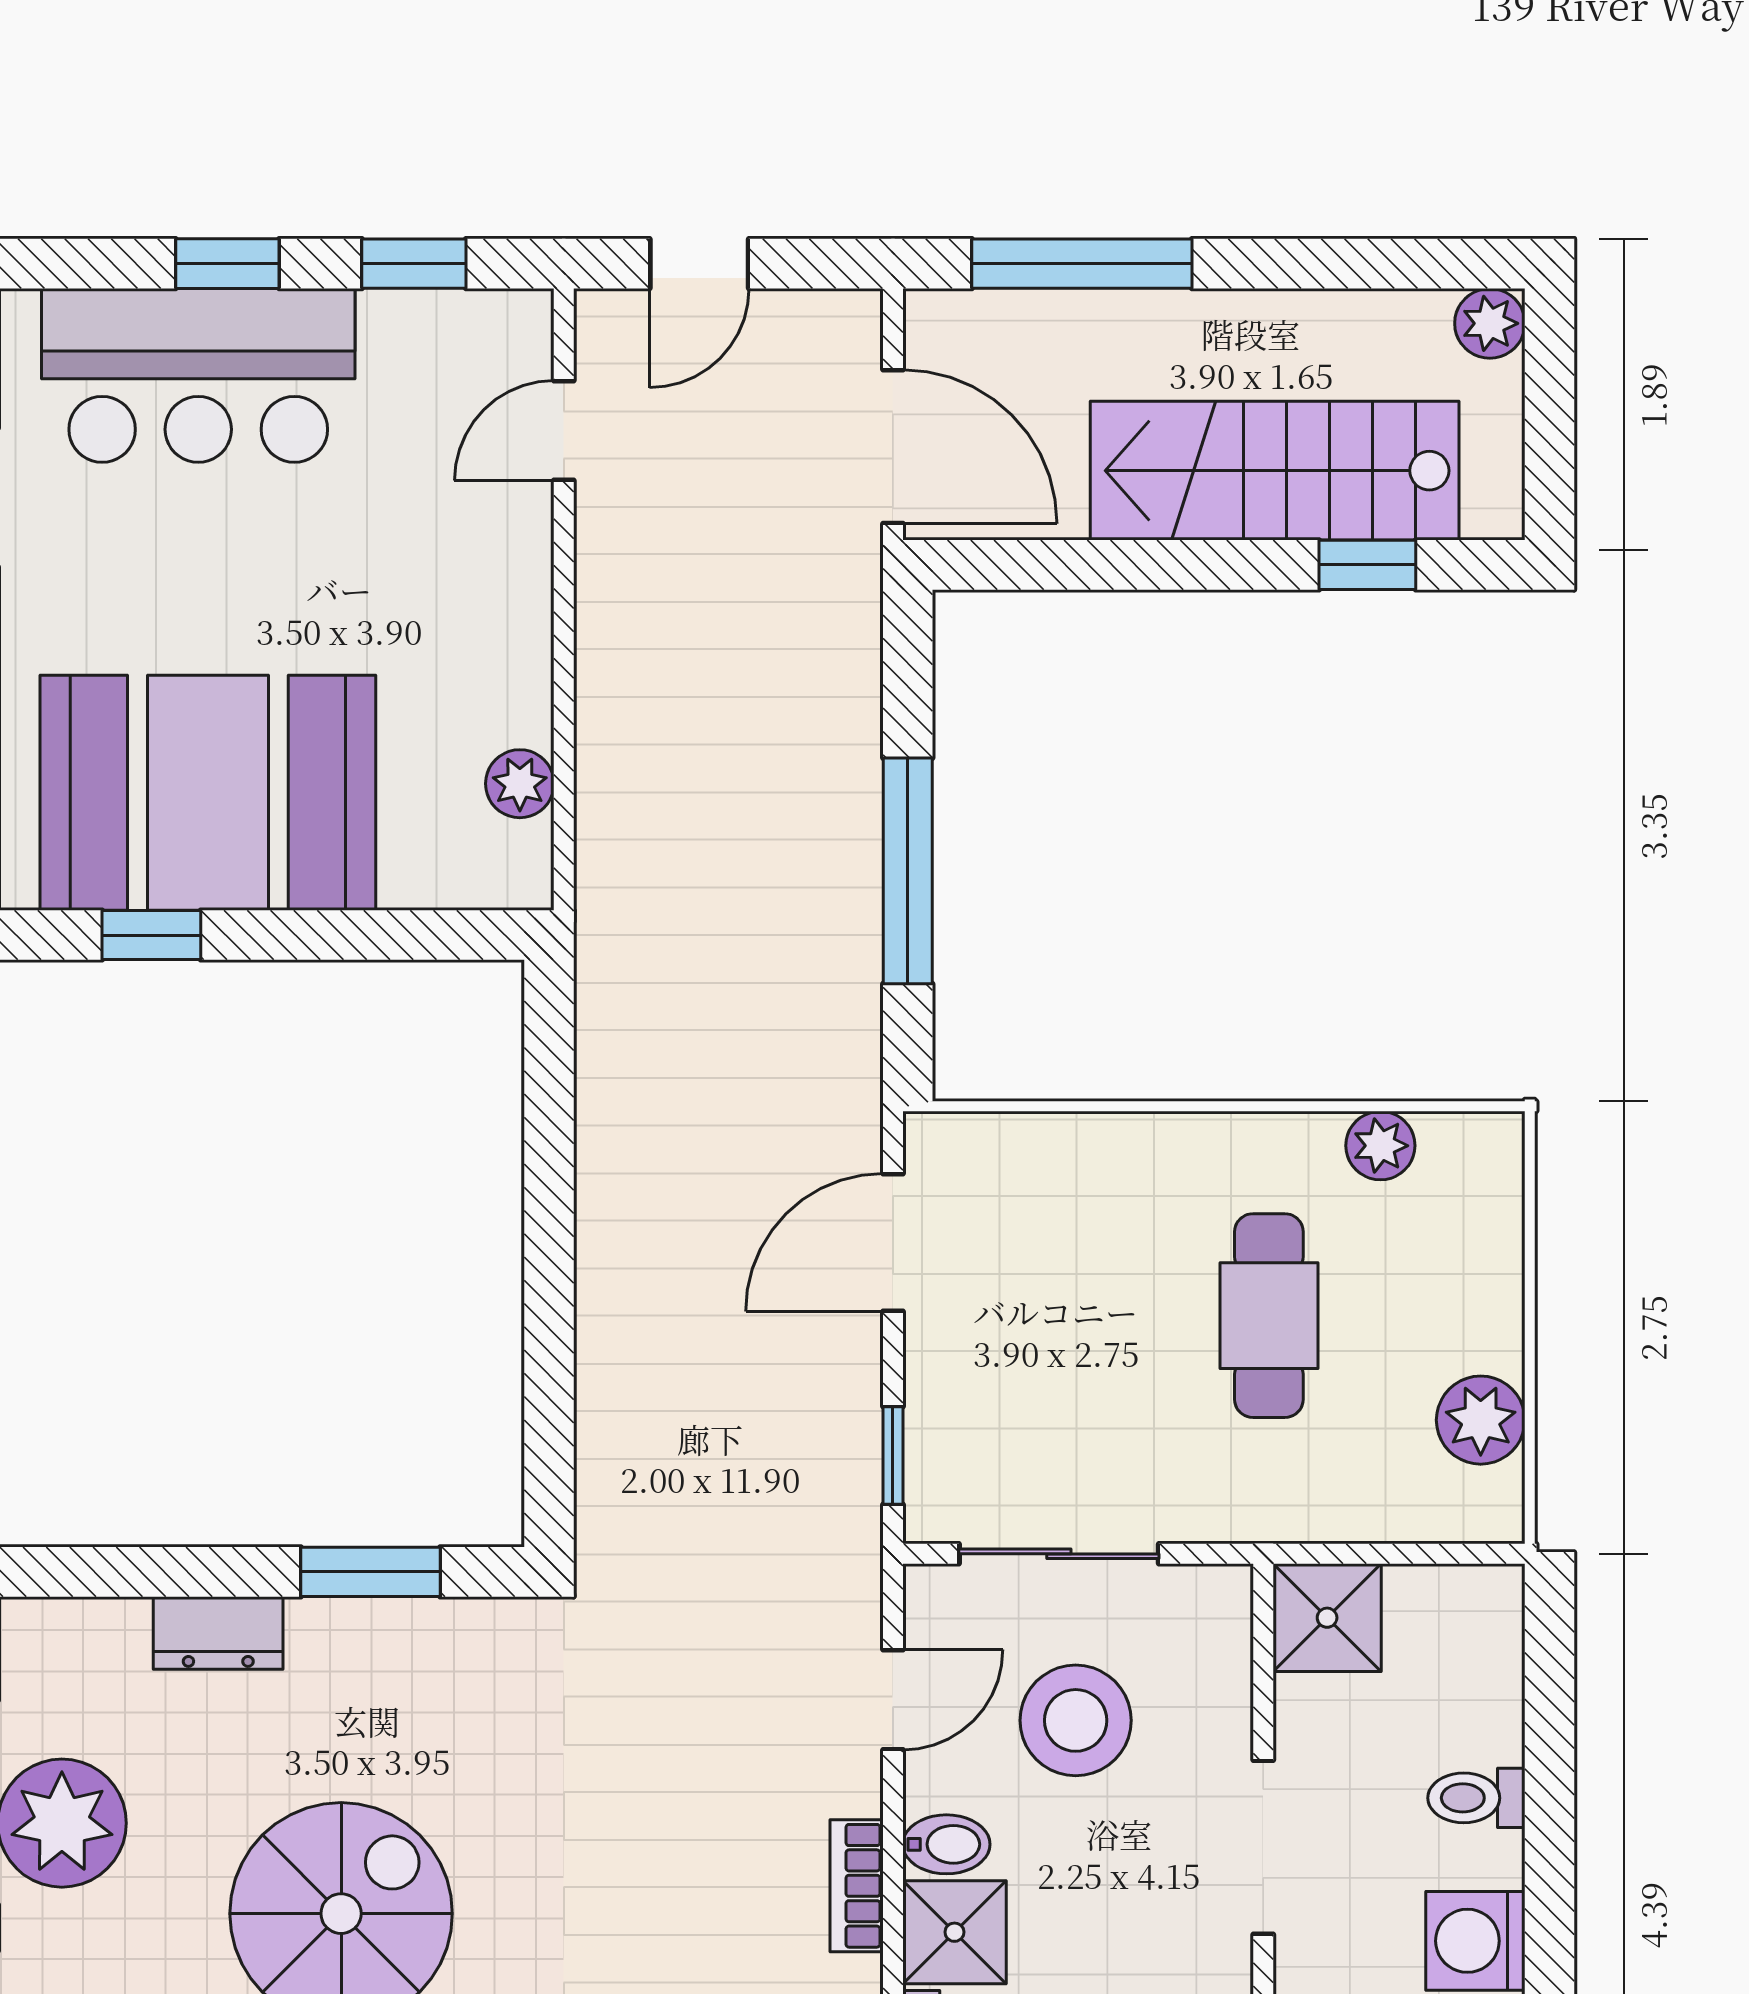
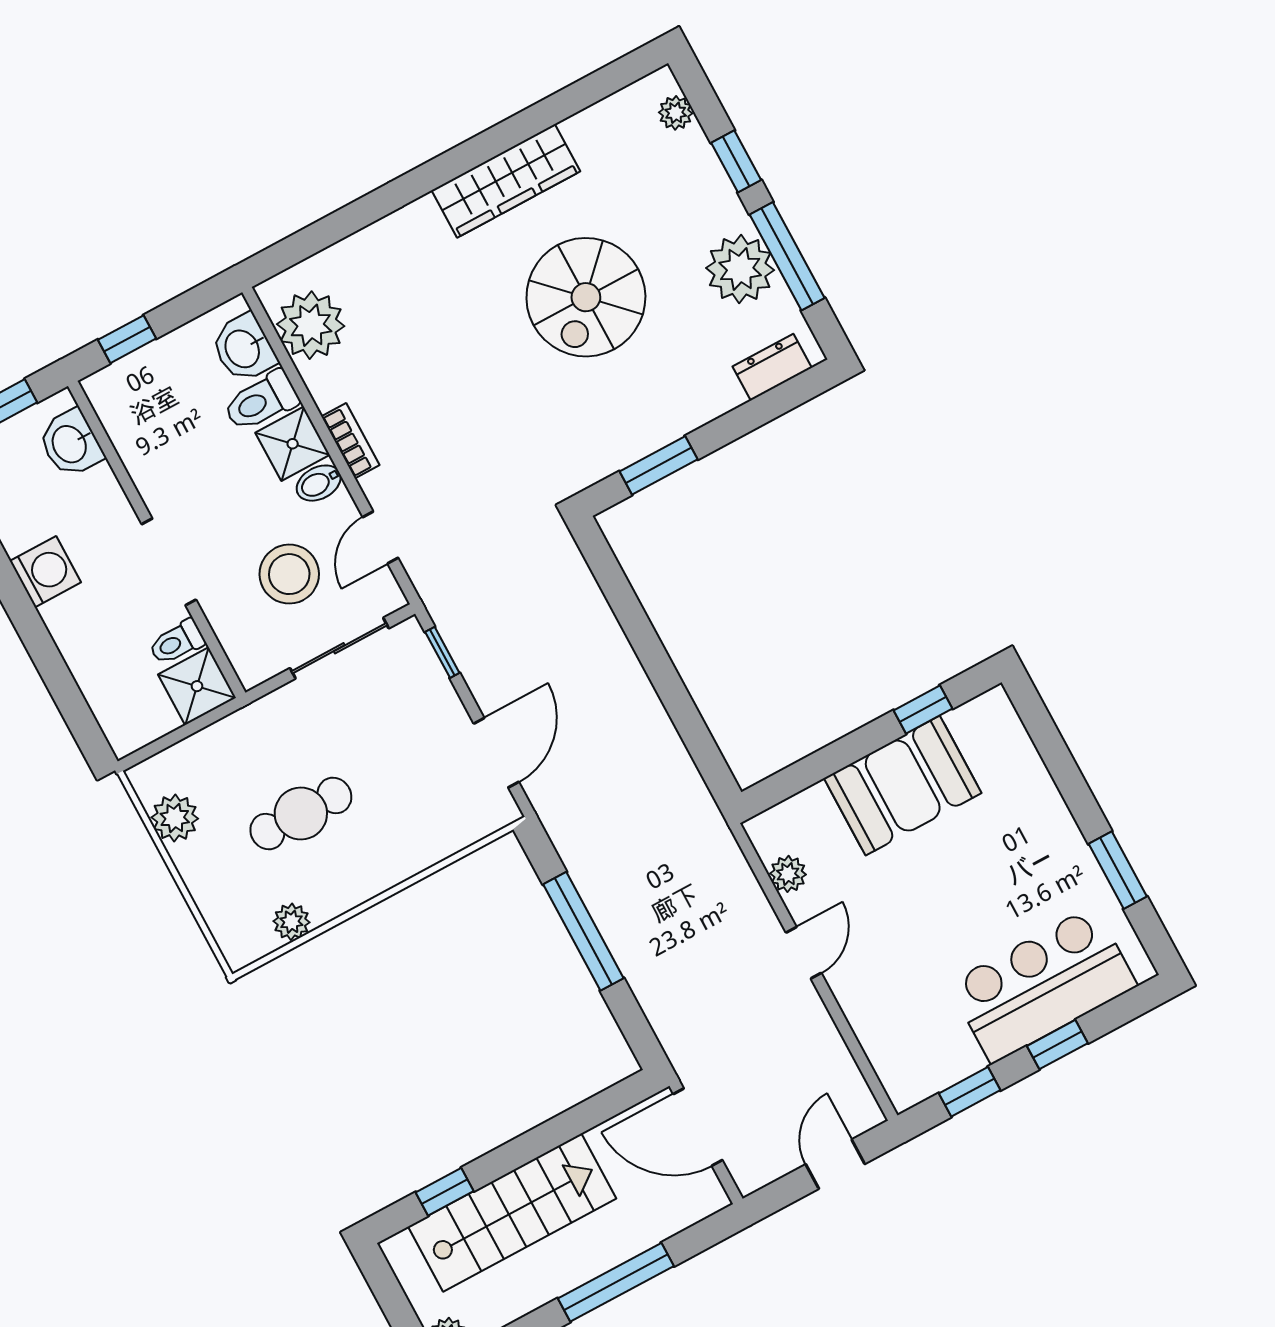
window: (1082, 264) -> (616, 1282), moved
door: (564, 431) -> (804, 953), moved
booth: (208, 793) -> (903, 786), width x0.73, depth x0.70
cafe table: (1269, 1316) -> (301, 814), turned 90
dresser: (218, 1633) -> (772, 367), moved
toilet: (1476, 1798) -> (177, 642), moved, turned 180

